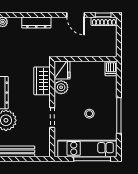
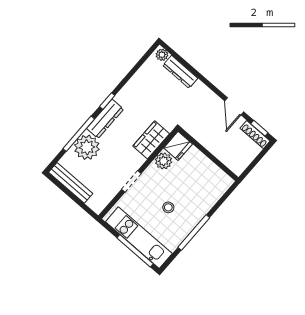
dresser: (36, 23) -> (180, 72), moved
dishwasher: (111, 68) -> (224, 183), removed

